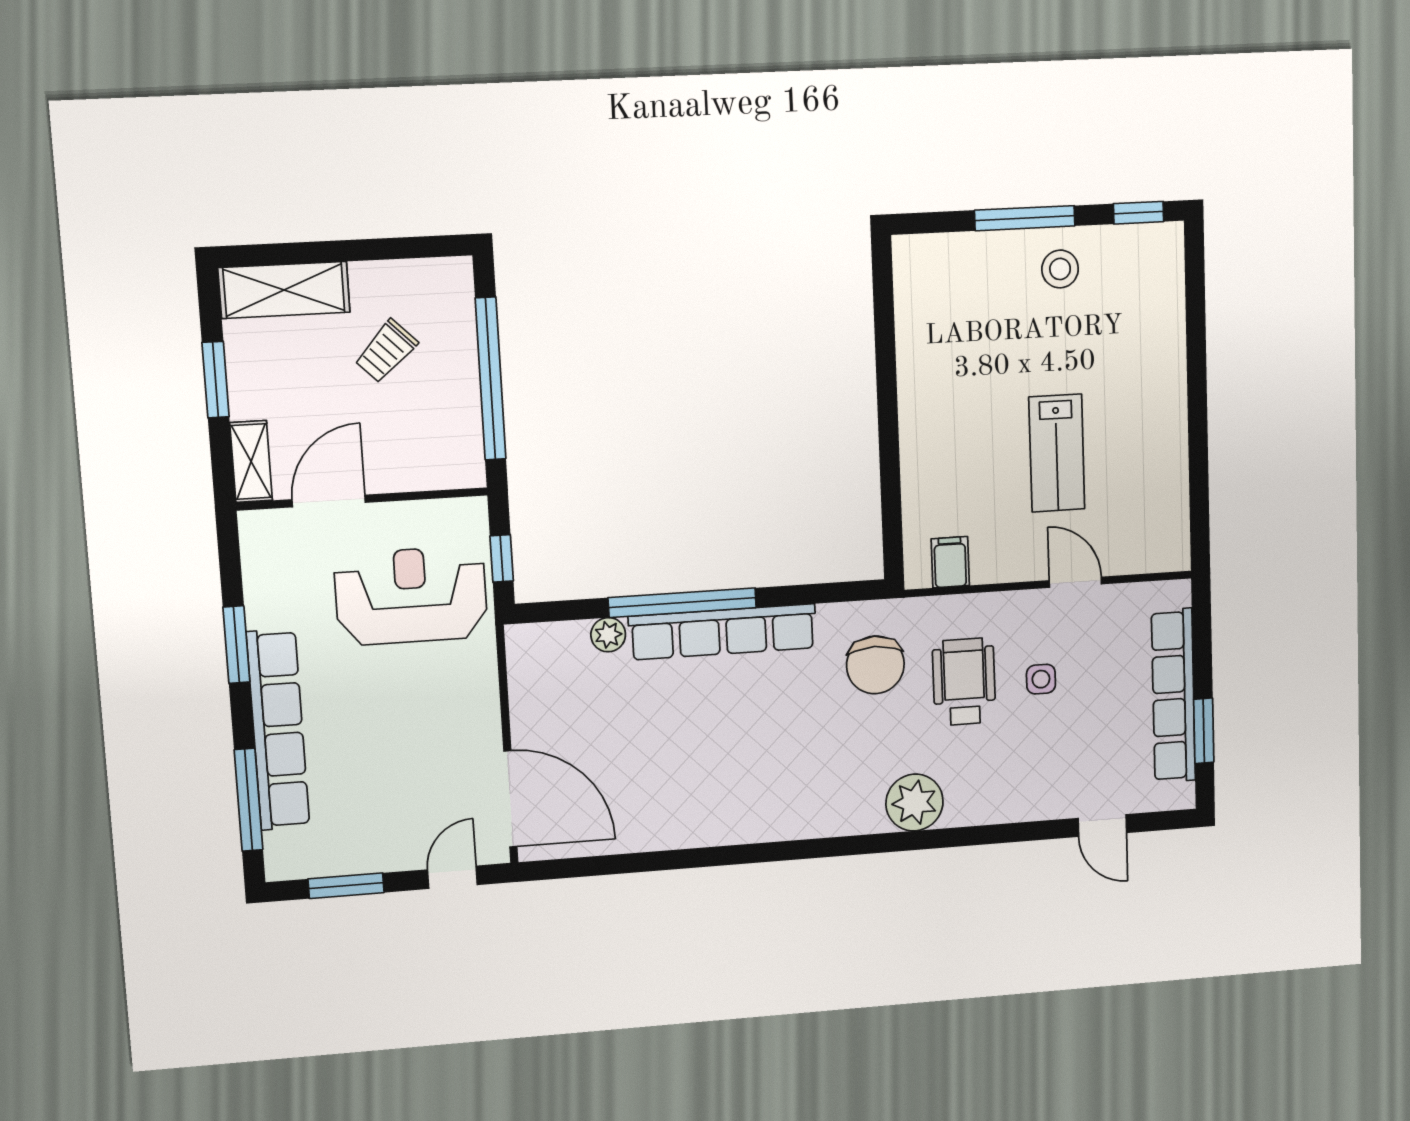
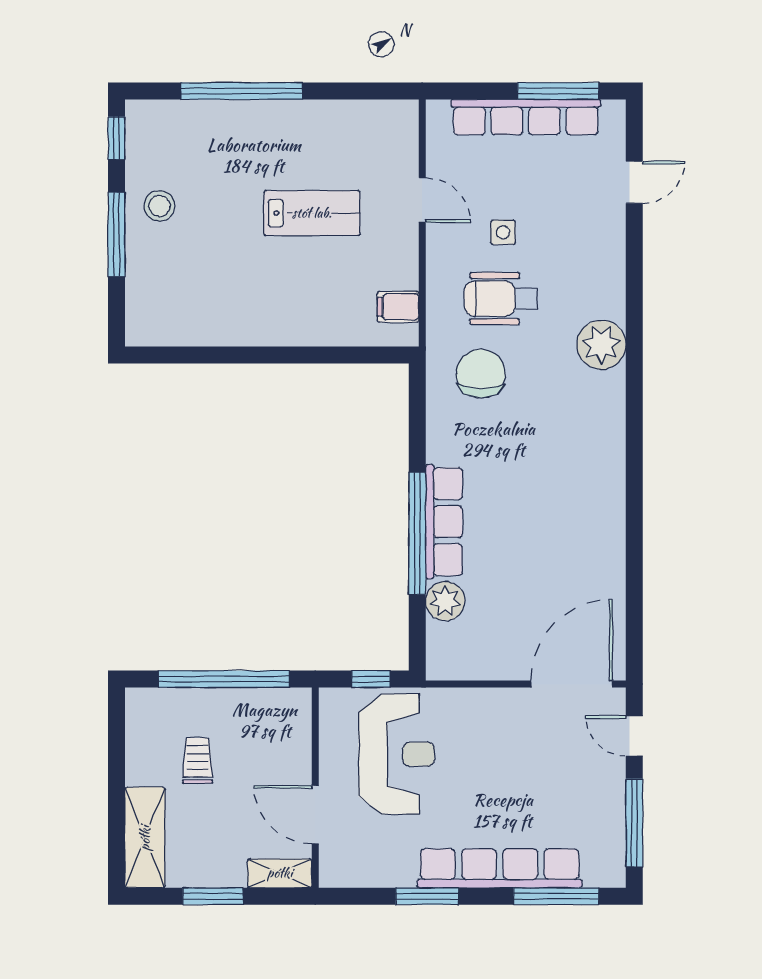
trolley: (386, 351) -> (198, 761), turned -135
window: (1197, 361) -> (242, 91), added
door: (1075, 582) -> (422, 200), swing flipped
reception desk: (411, 596) -> (397, 754), turned 180
row of seats: (723, 632) -> (444, 522), width x0.73
plant: (608, 635) -> (445, 601), width x1.38, depth x1.38
chair: (875, 665) -> (481, 374), turned -90
window: (1204, 731) -> (558, 91), width x1.44
window: (346, 886) -> (634, 823), width x1.44

